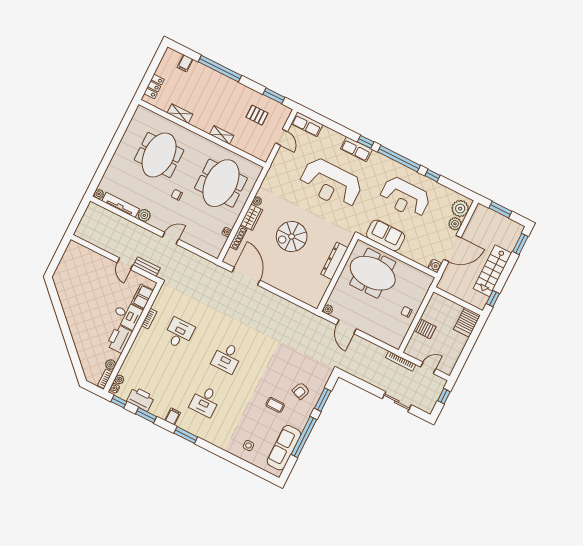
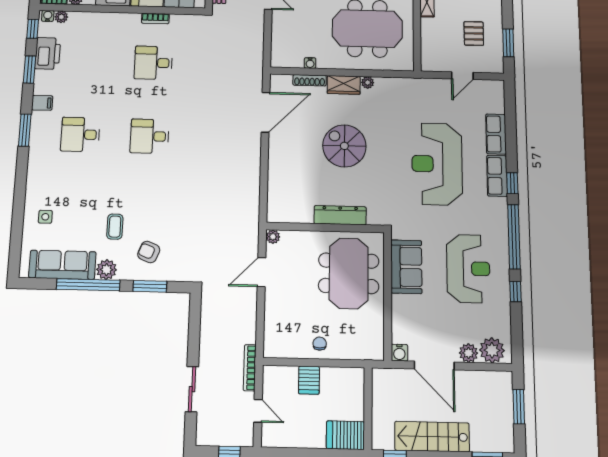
row of seats: (307, 124) -> (496, 134), moved
reception desk: (405, 197) -> (468, 269), turned 180
desk: (179, 333) -> (153, 63), turned 180
plant: (300, 422) -> (107, 270), added

